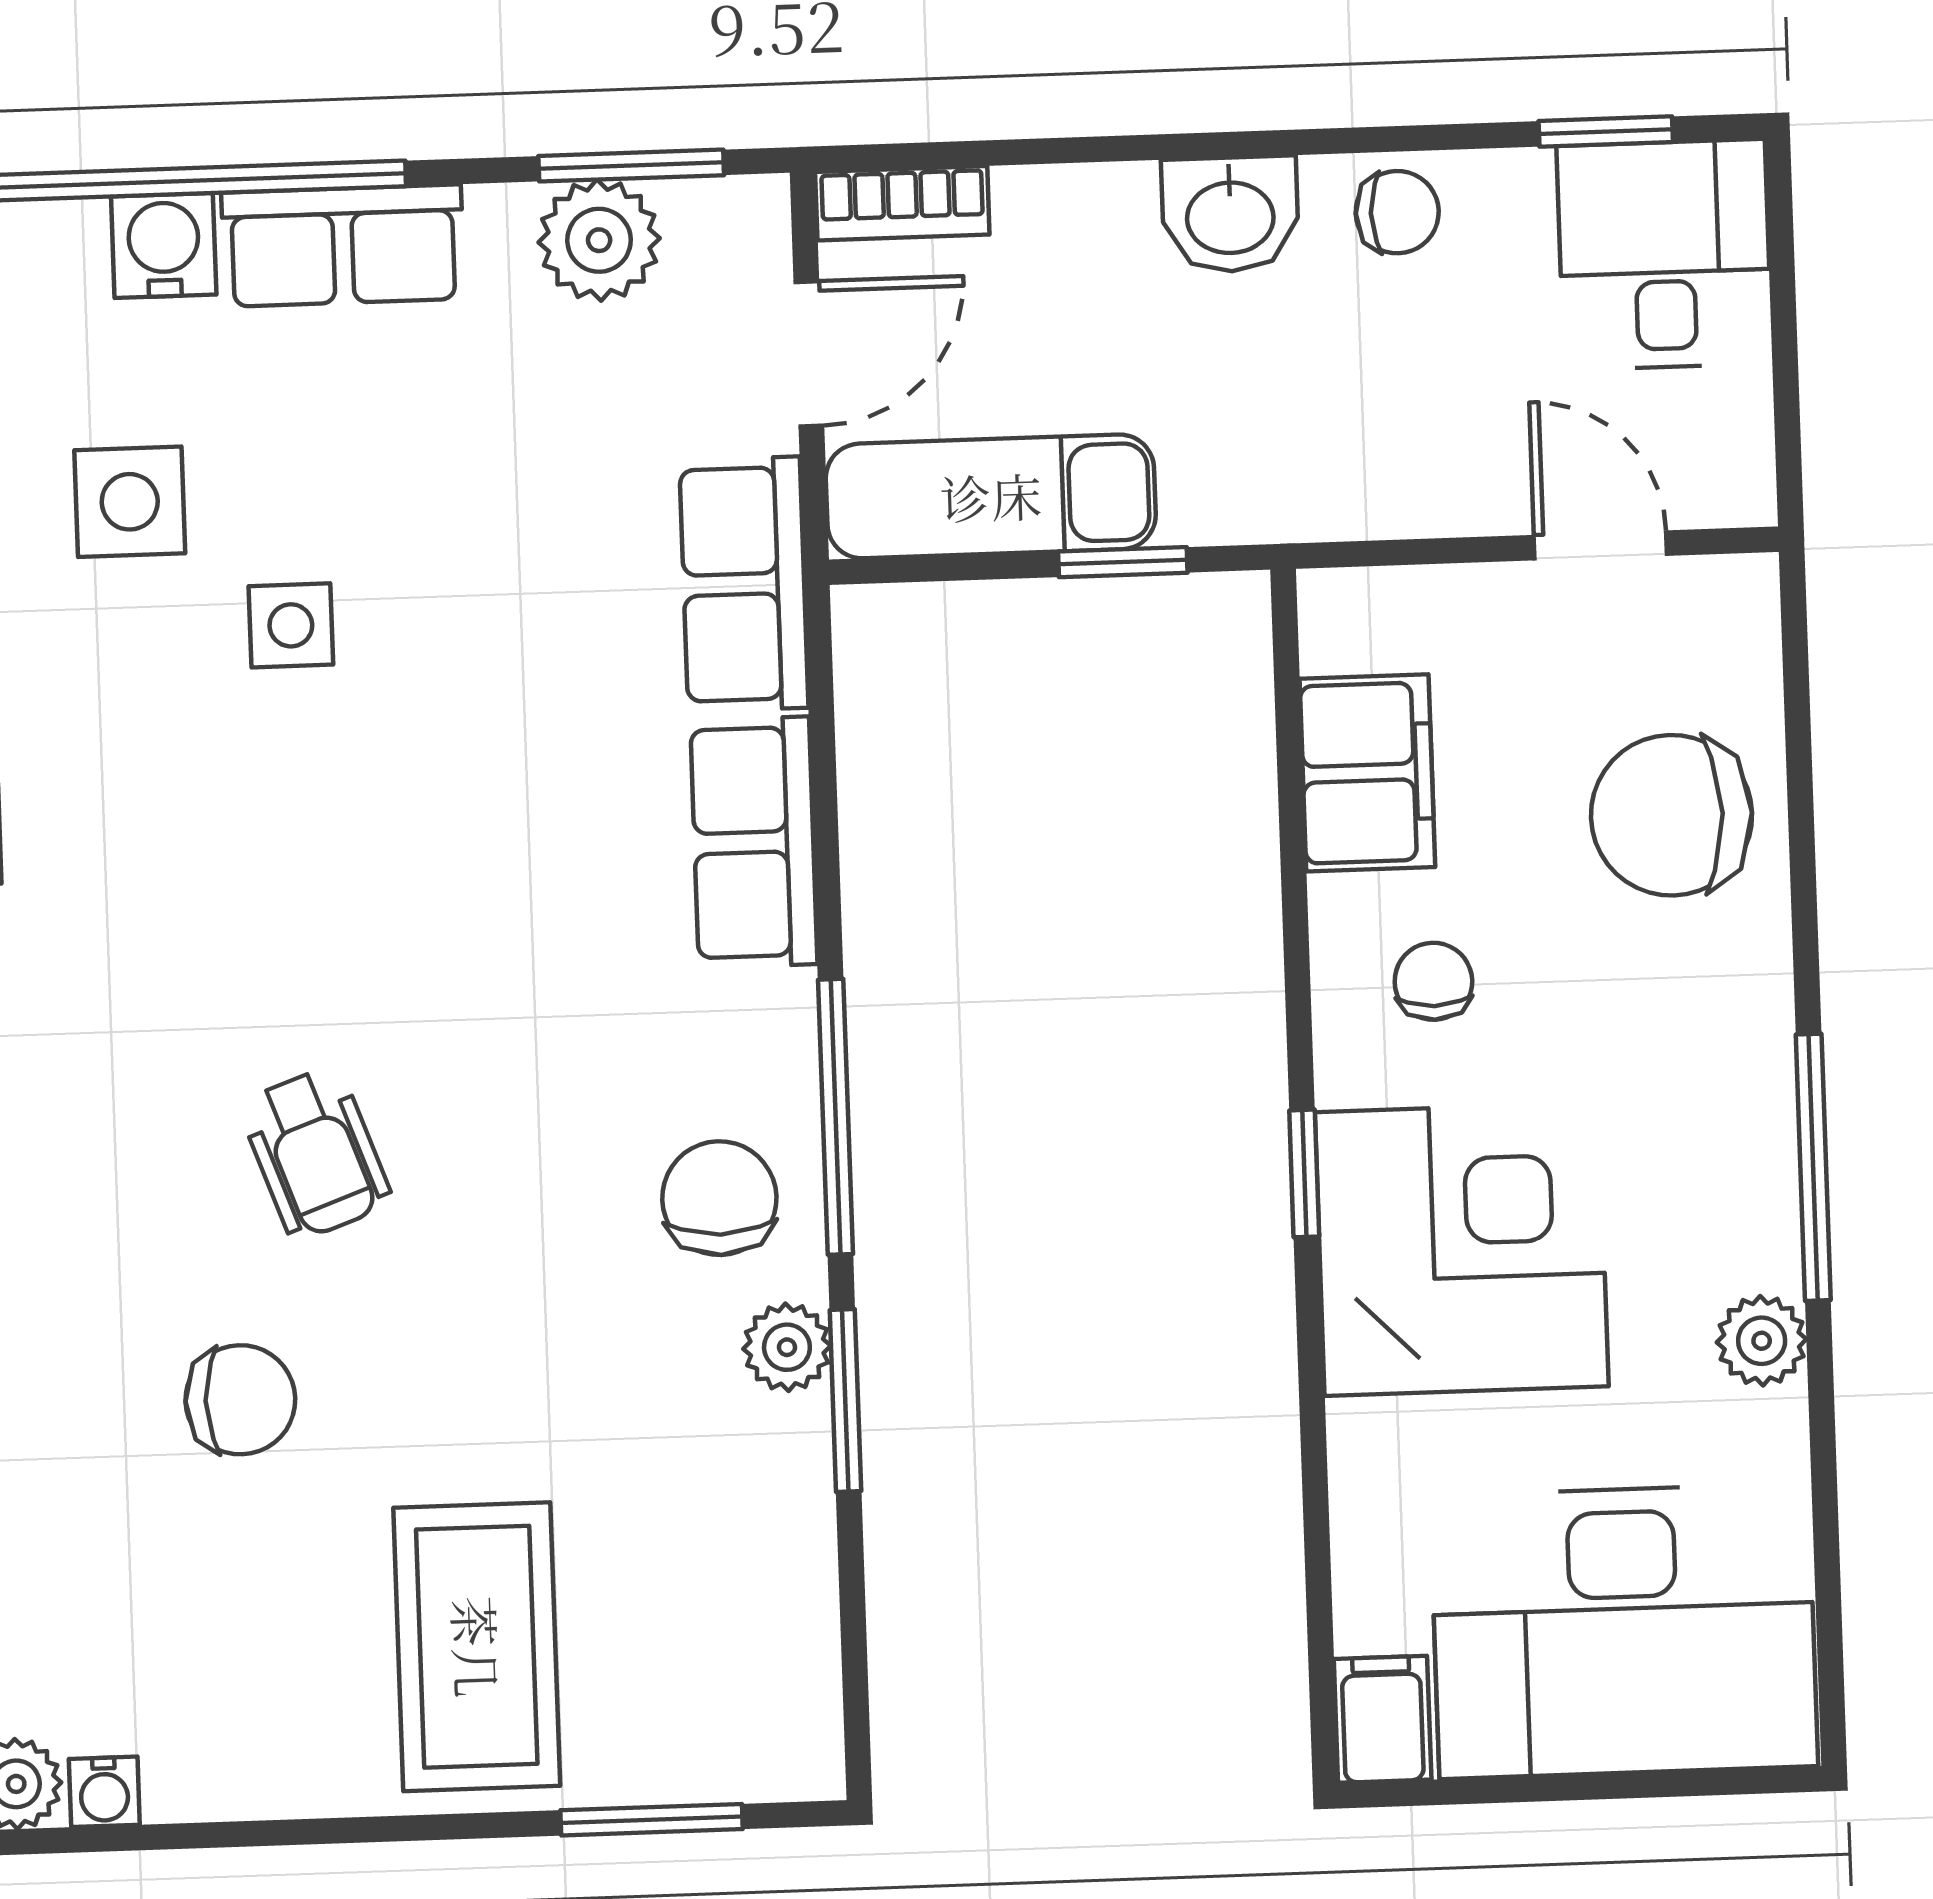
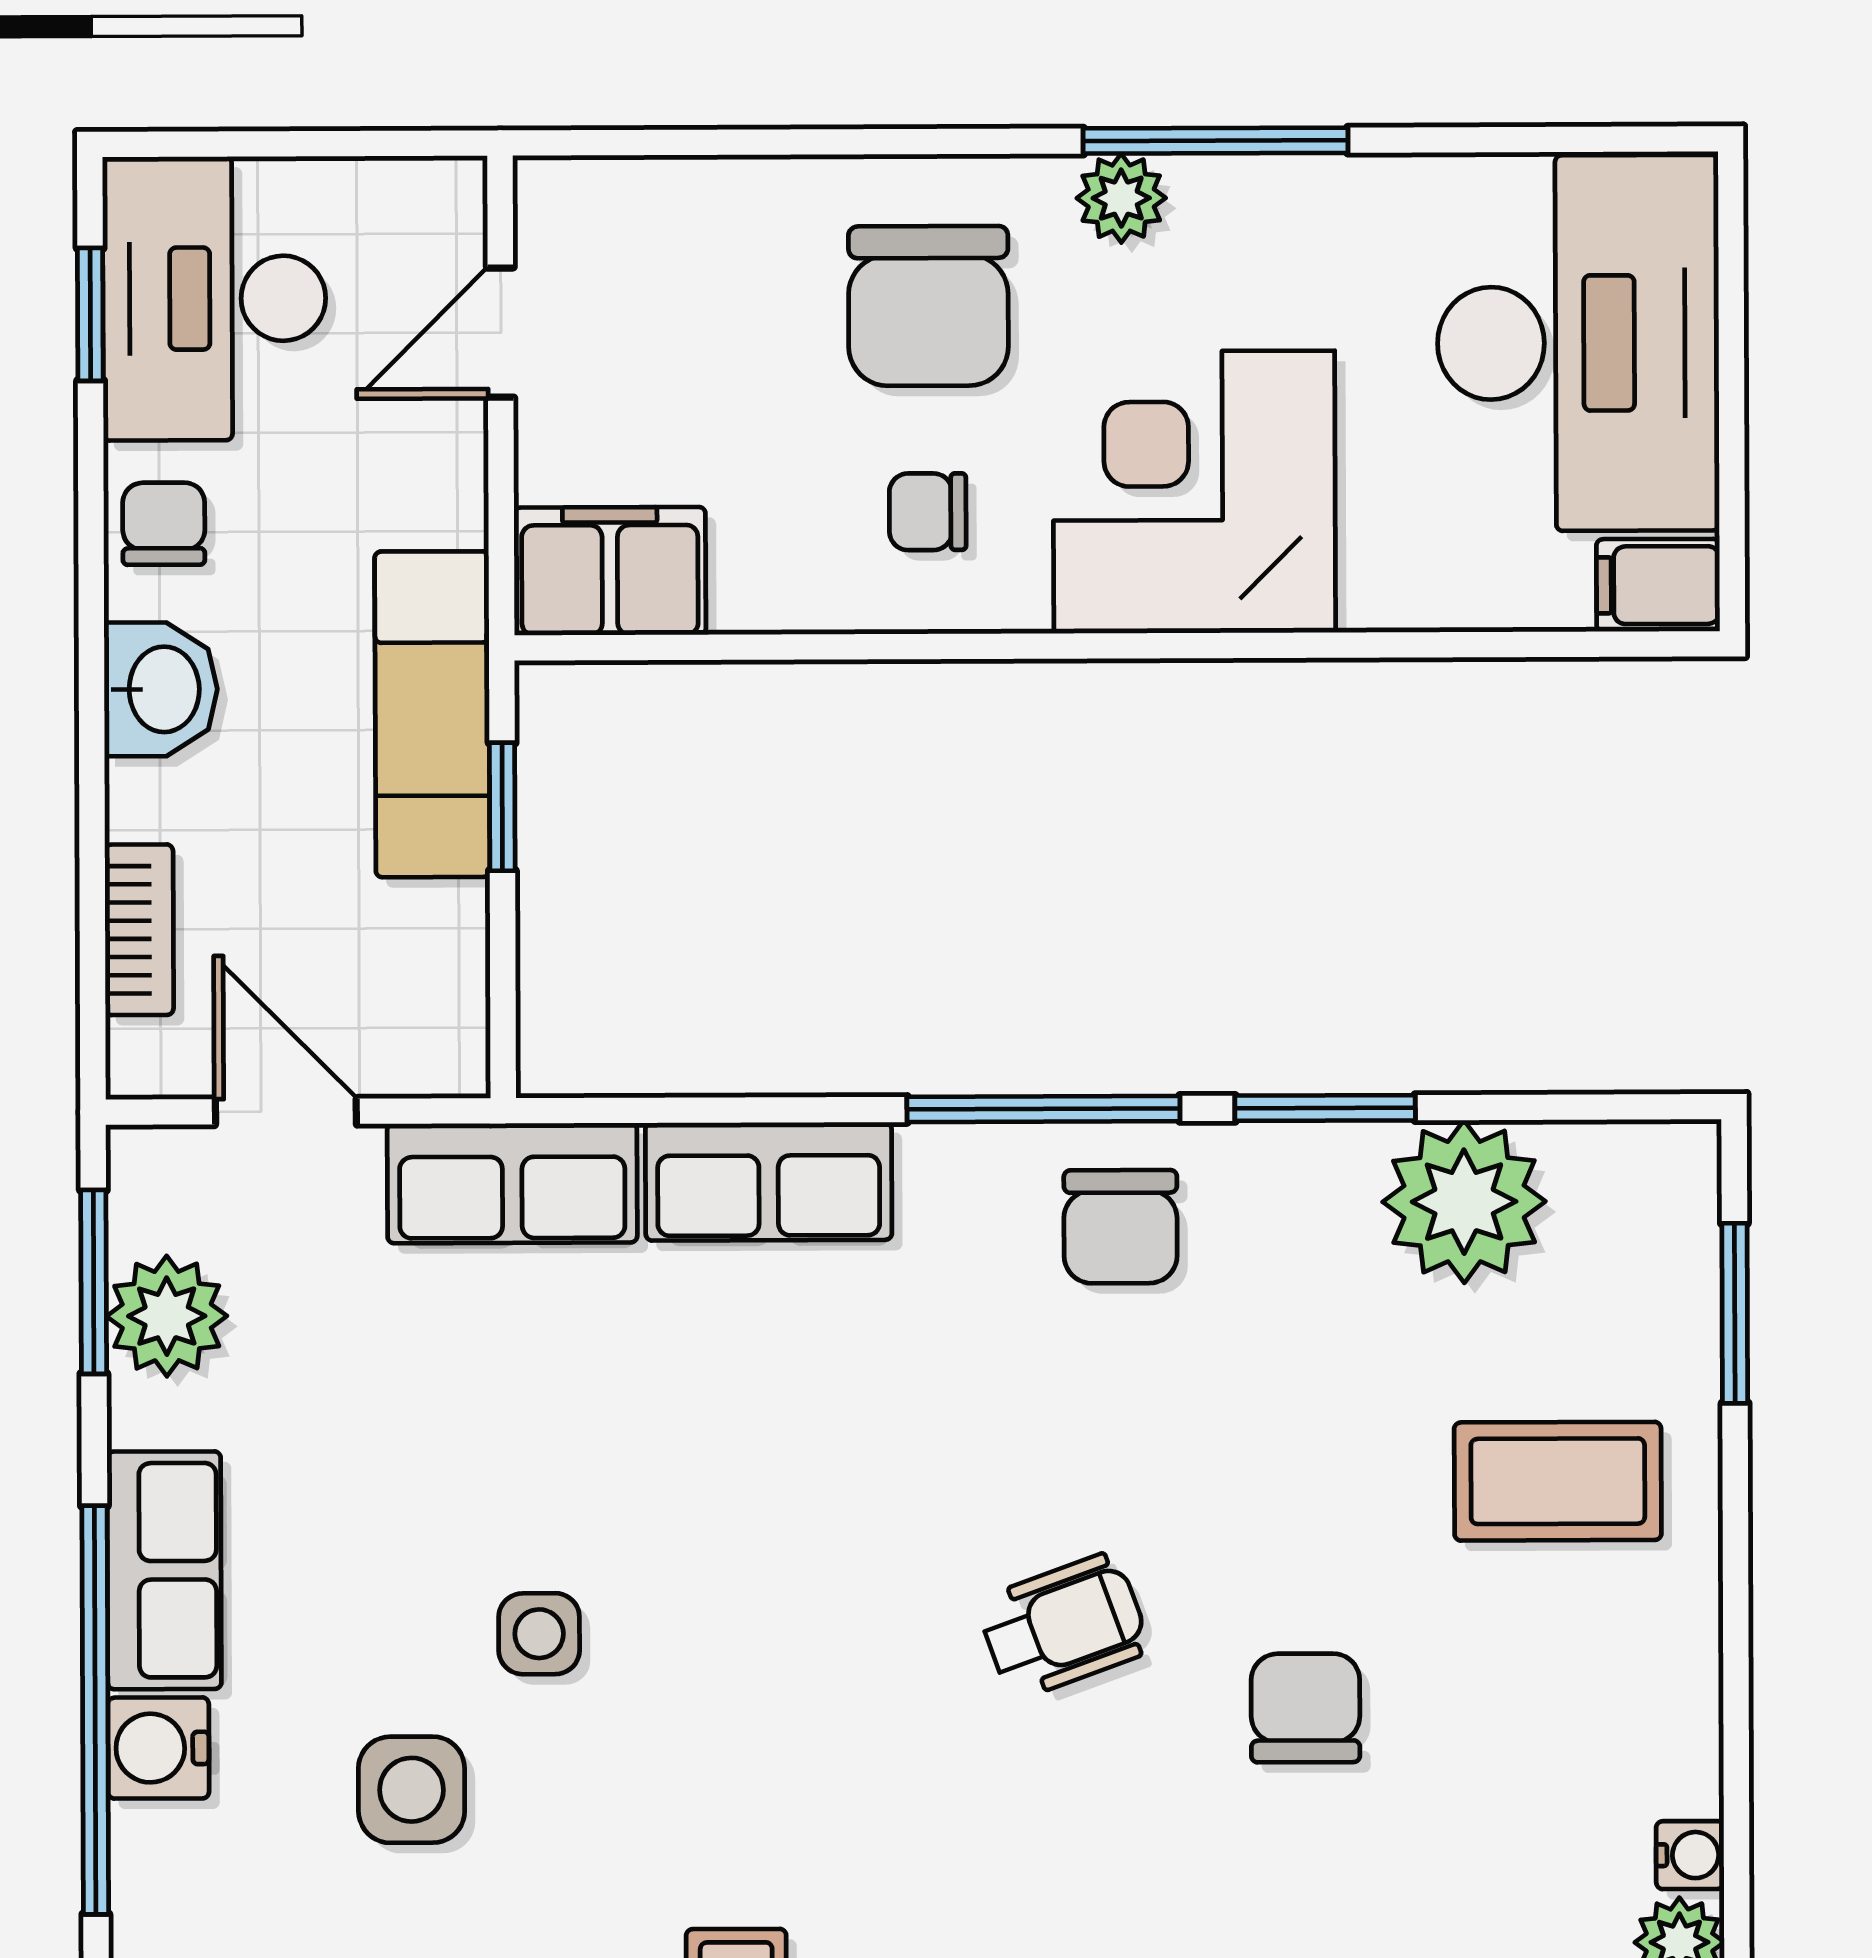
bookcase: (902, 203) -> (139, 930), moved
desk: (1664, 255) -> (214, 298), width x1.37
exam couch: (991, 496) -> (432, 714), moved
filing cabinet: (1367, 773) -> (610, 571), moved
chair: (1671, 815) -> (928, 306), moved
window: (1813, 1167) -> (1216, 141), moved
window: (1304, 1173) -> (1114, 646), removed
chair: (719, 1198) -> (1120, 1227), turned -90
plant: (1762, 1341) -> (1121, 198), moved
plant: (787, 1347) -> (1464, 1202), moved, width x1.88, depth x1.88
coffee table: (477, 1647) -> (1558, 1481), width x0.73, depth x0.76

